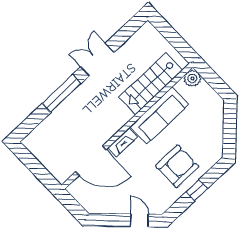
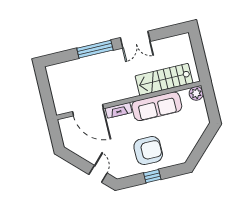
double door: (97, 60) -> (135, 40), swing flipped

